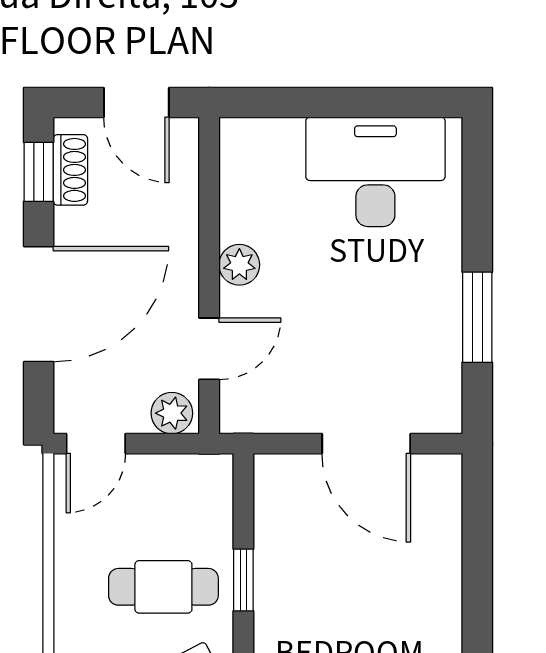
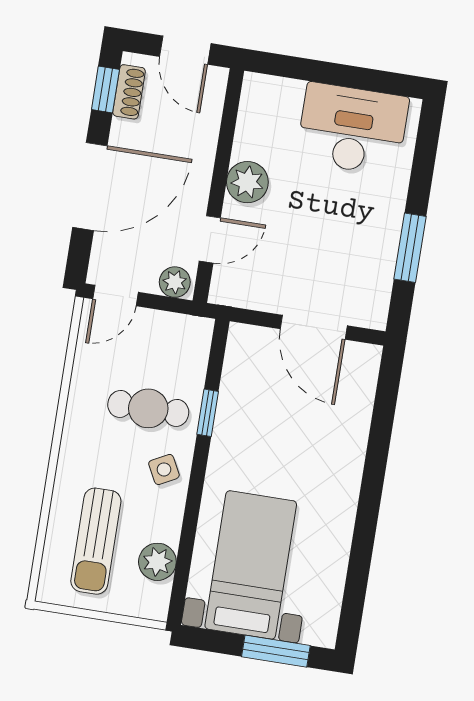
plant: (239, 265) -> (247, 182), width x1.38, depth x1.38

